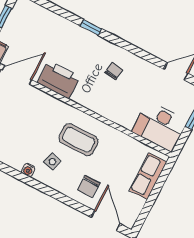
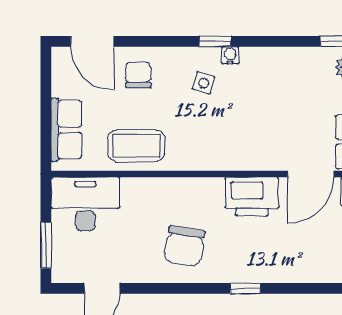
chair: (114, 71) -> (184, 246), width x1.87, depth x1.87
coffee table: (78, 140) -> (136, 146), moved
window: (33, 183) -> (215, 41), added

